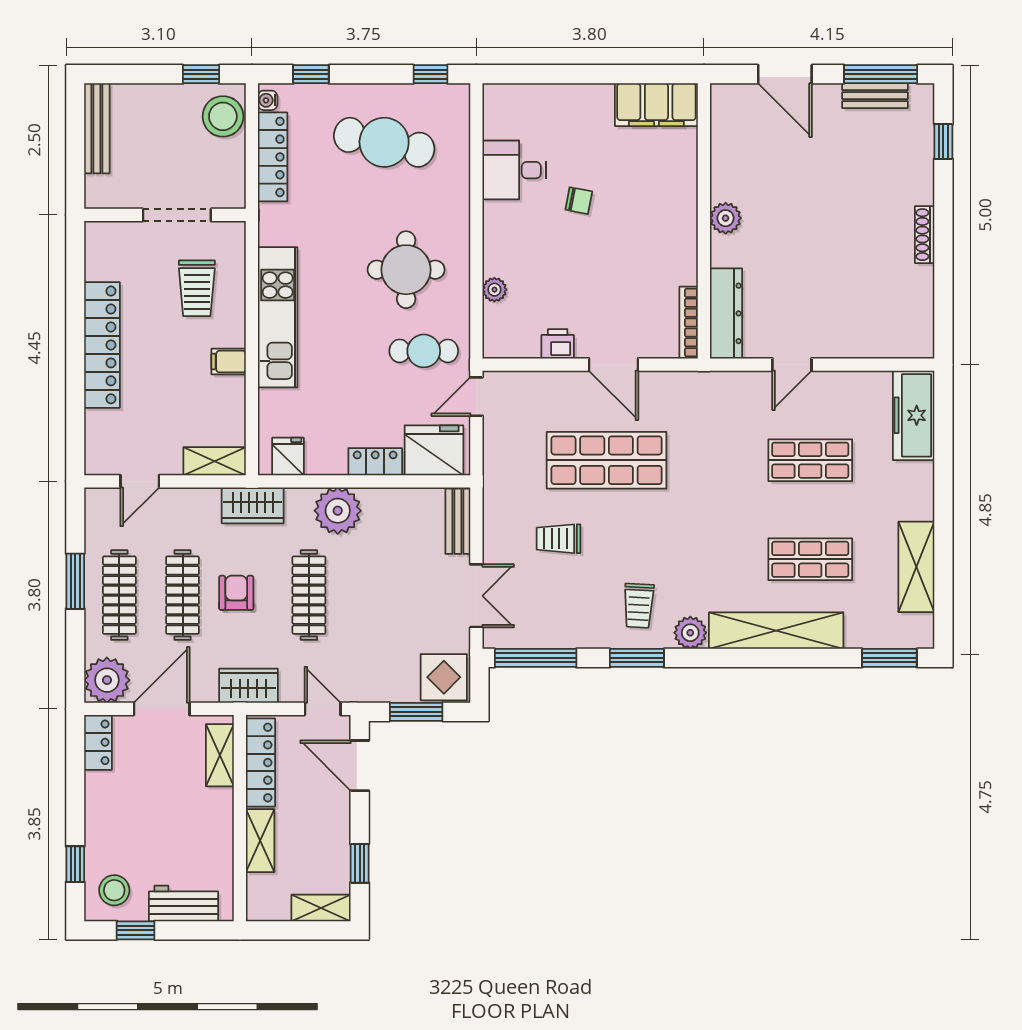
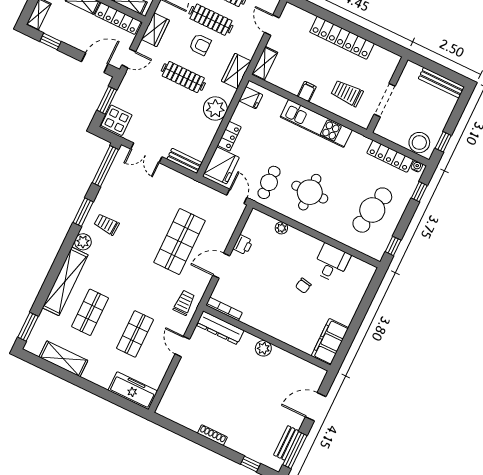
trolley: (558, 539) -> (184, 303), moved

